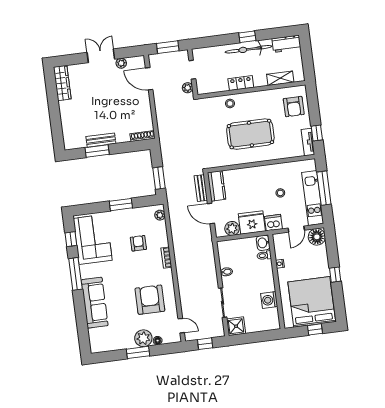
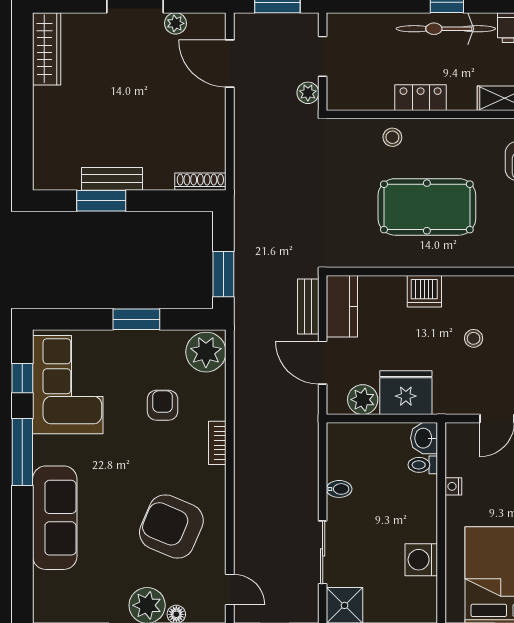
plant: (160, 215) -> (206, 352), width x1.88, depth x1.88
dishwasher: (273, 223) -> (424, 291), moved, turned 180
armchair: (150, 300) -> (171, 526), turned -67

